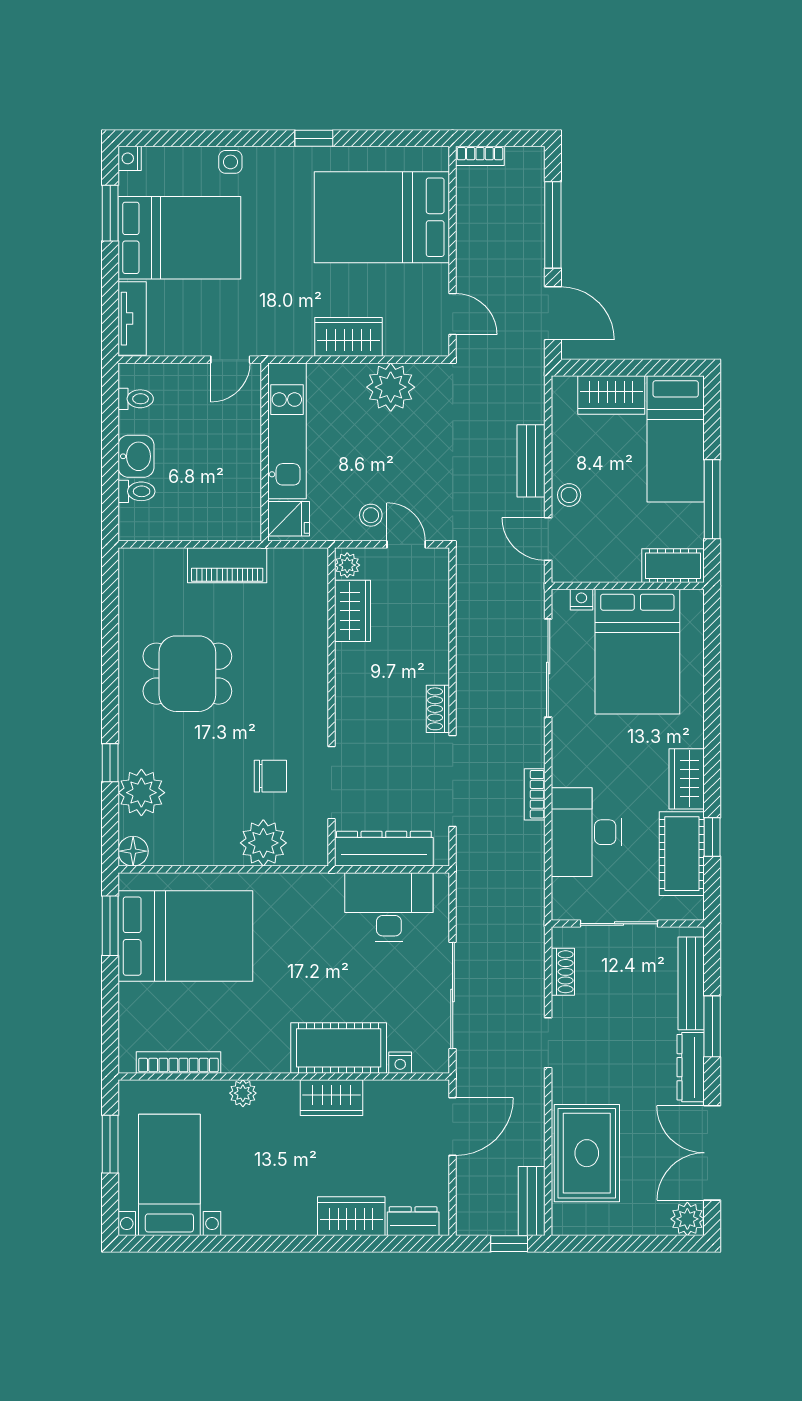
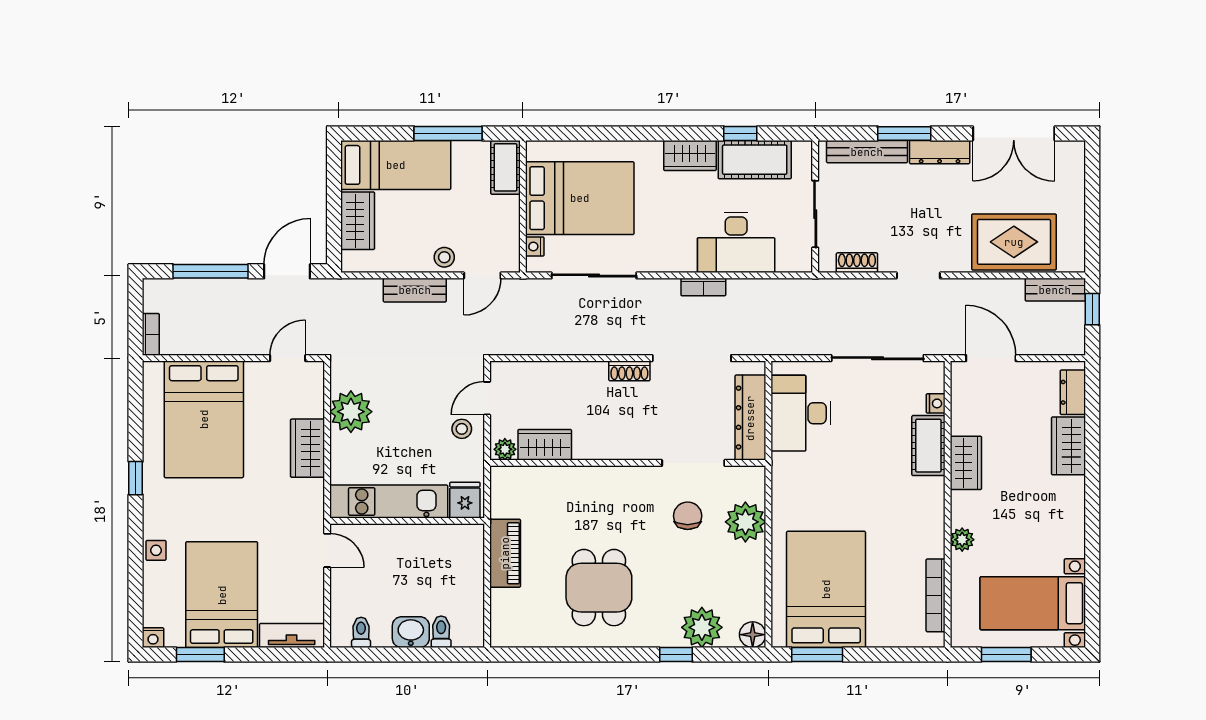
cot: (339, 1048) -> (928, 446), width x0.73, depth x0.75
plant: (687, 1219) -> (1071, 155), removed

